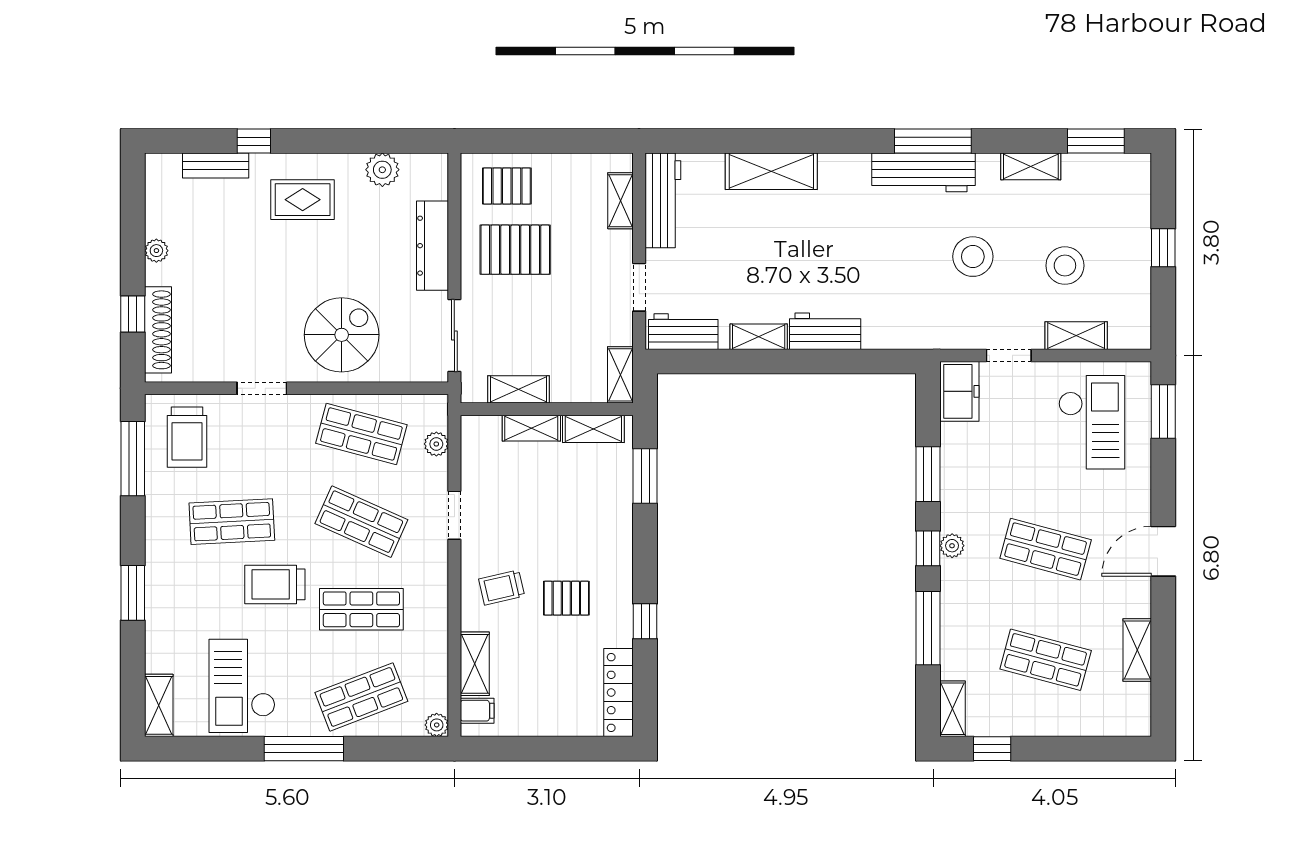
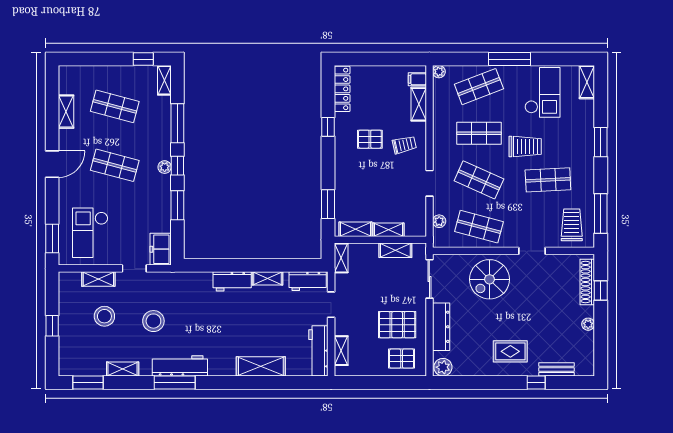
plant: (382, 170) -> (443, 367), moved

